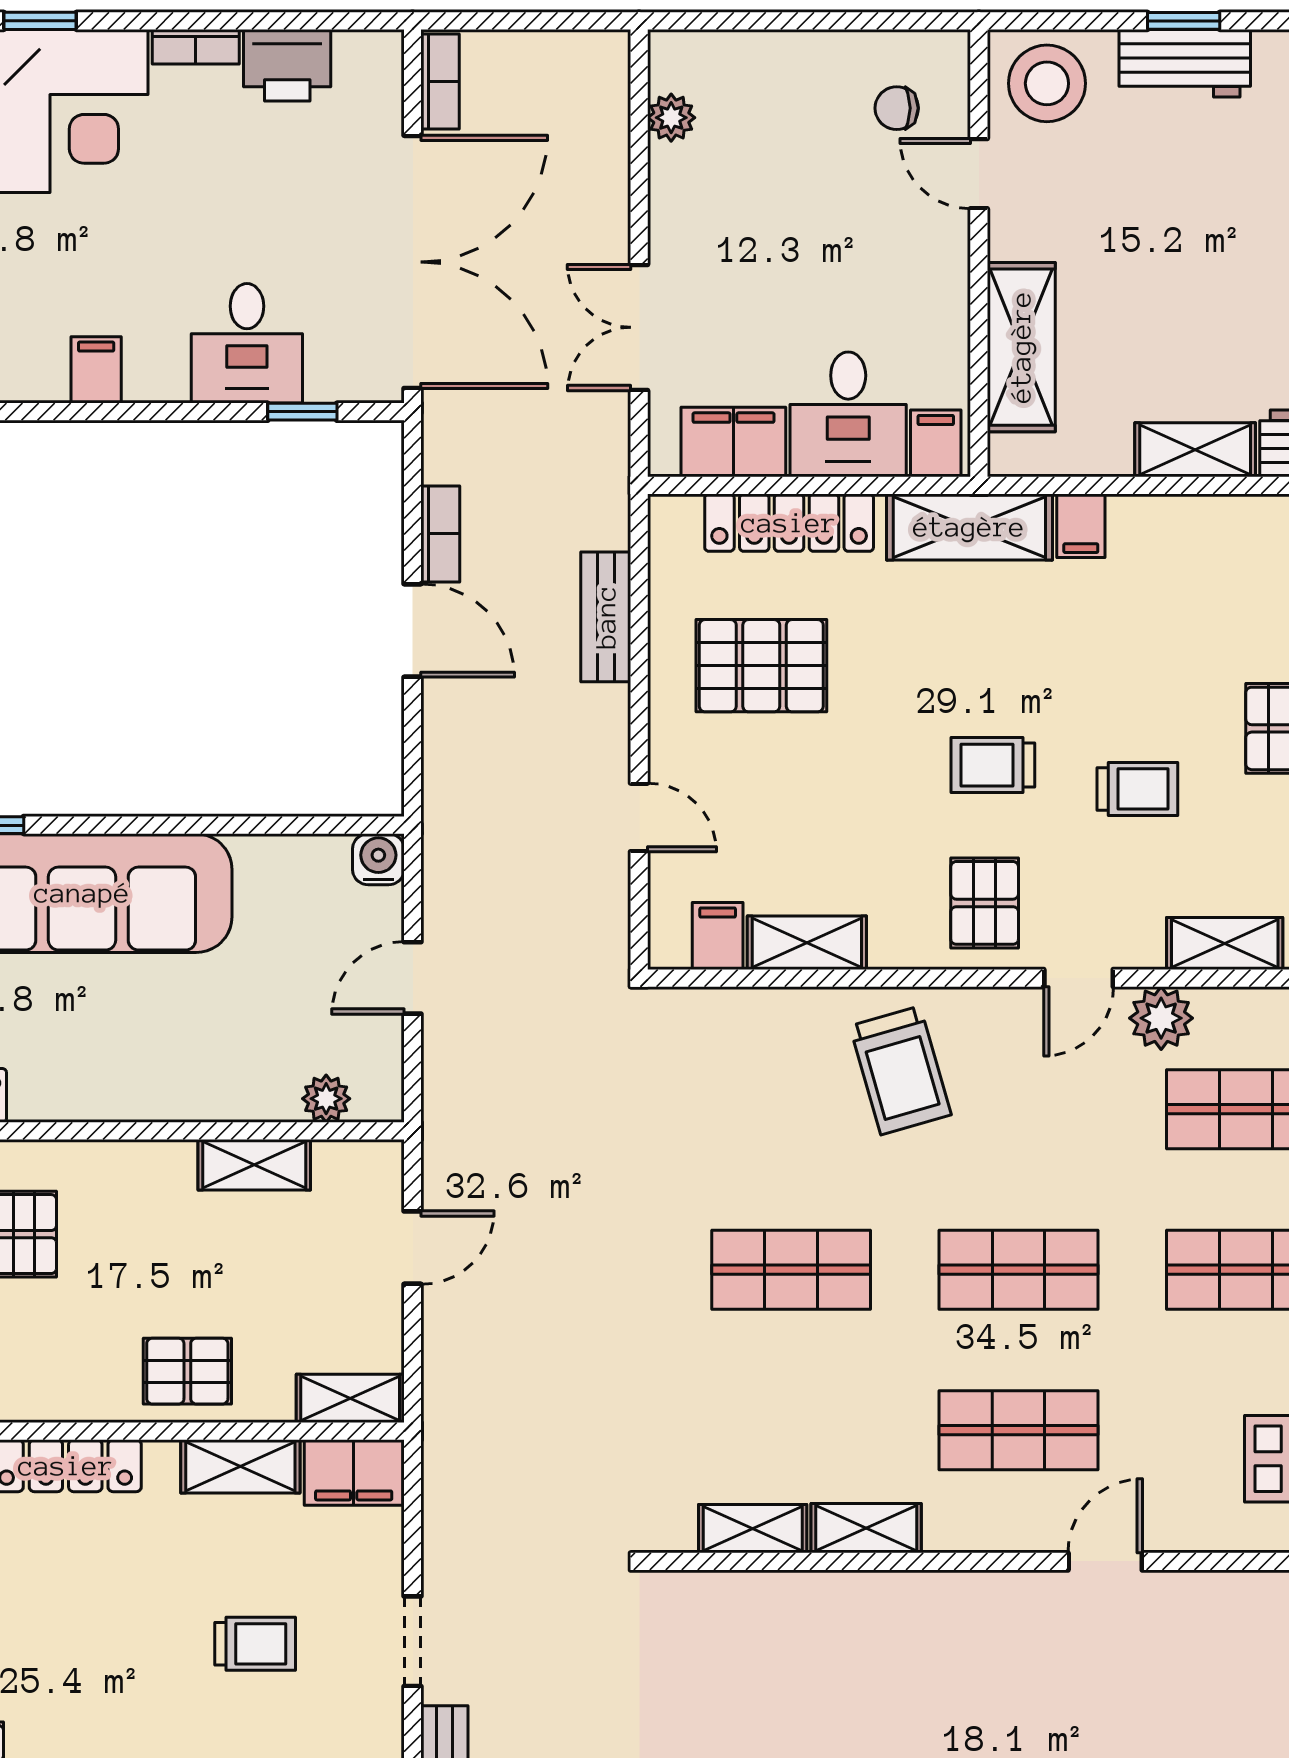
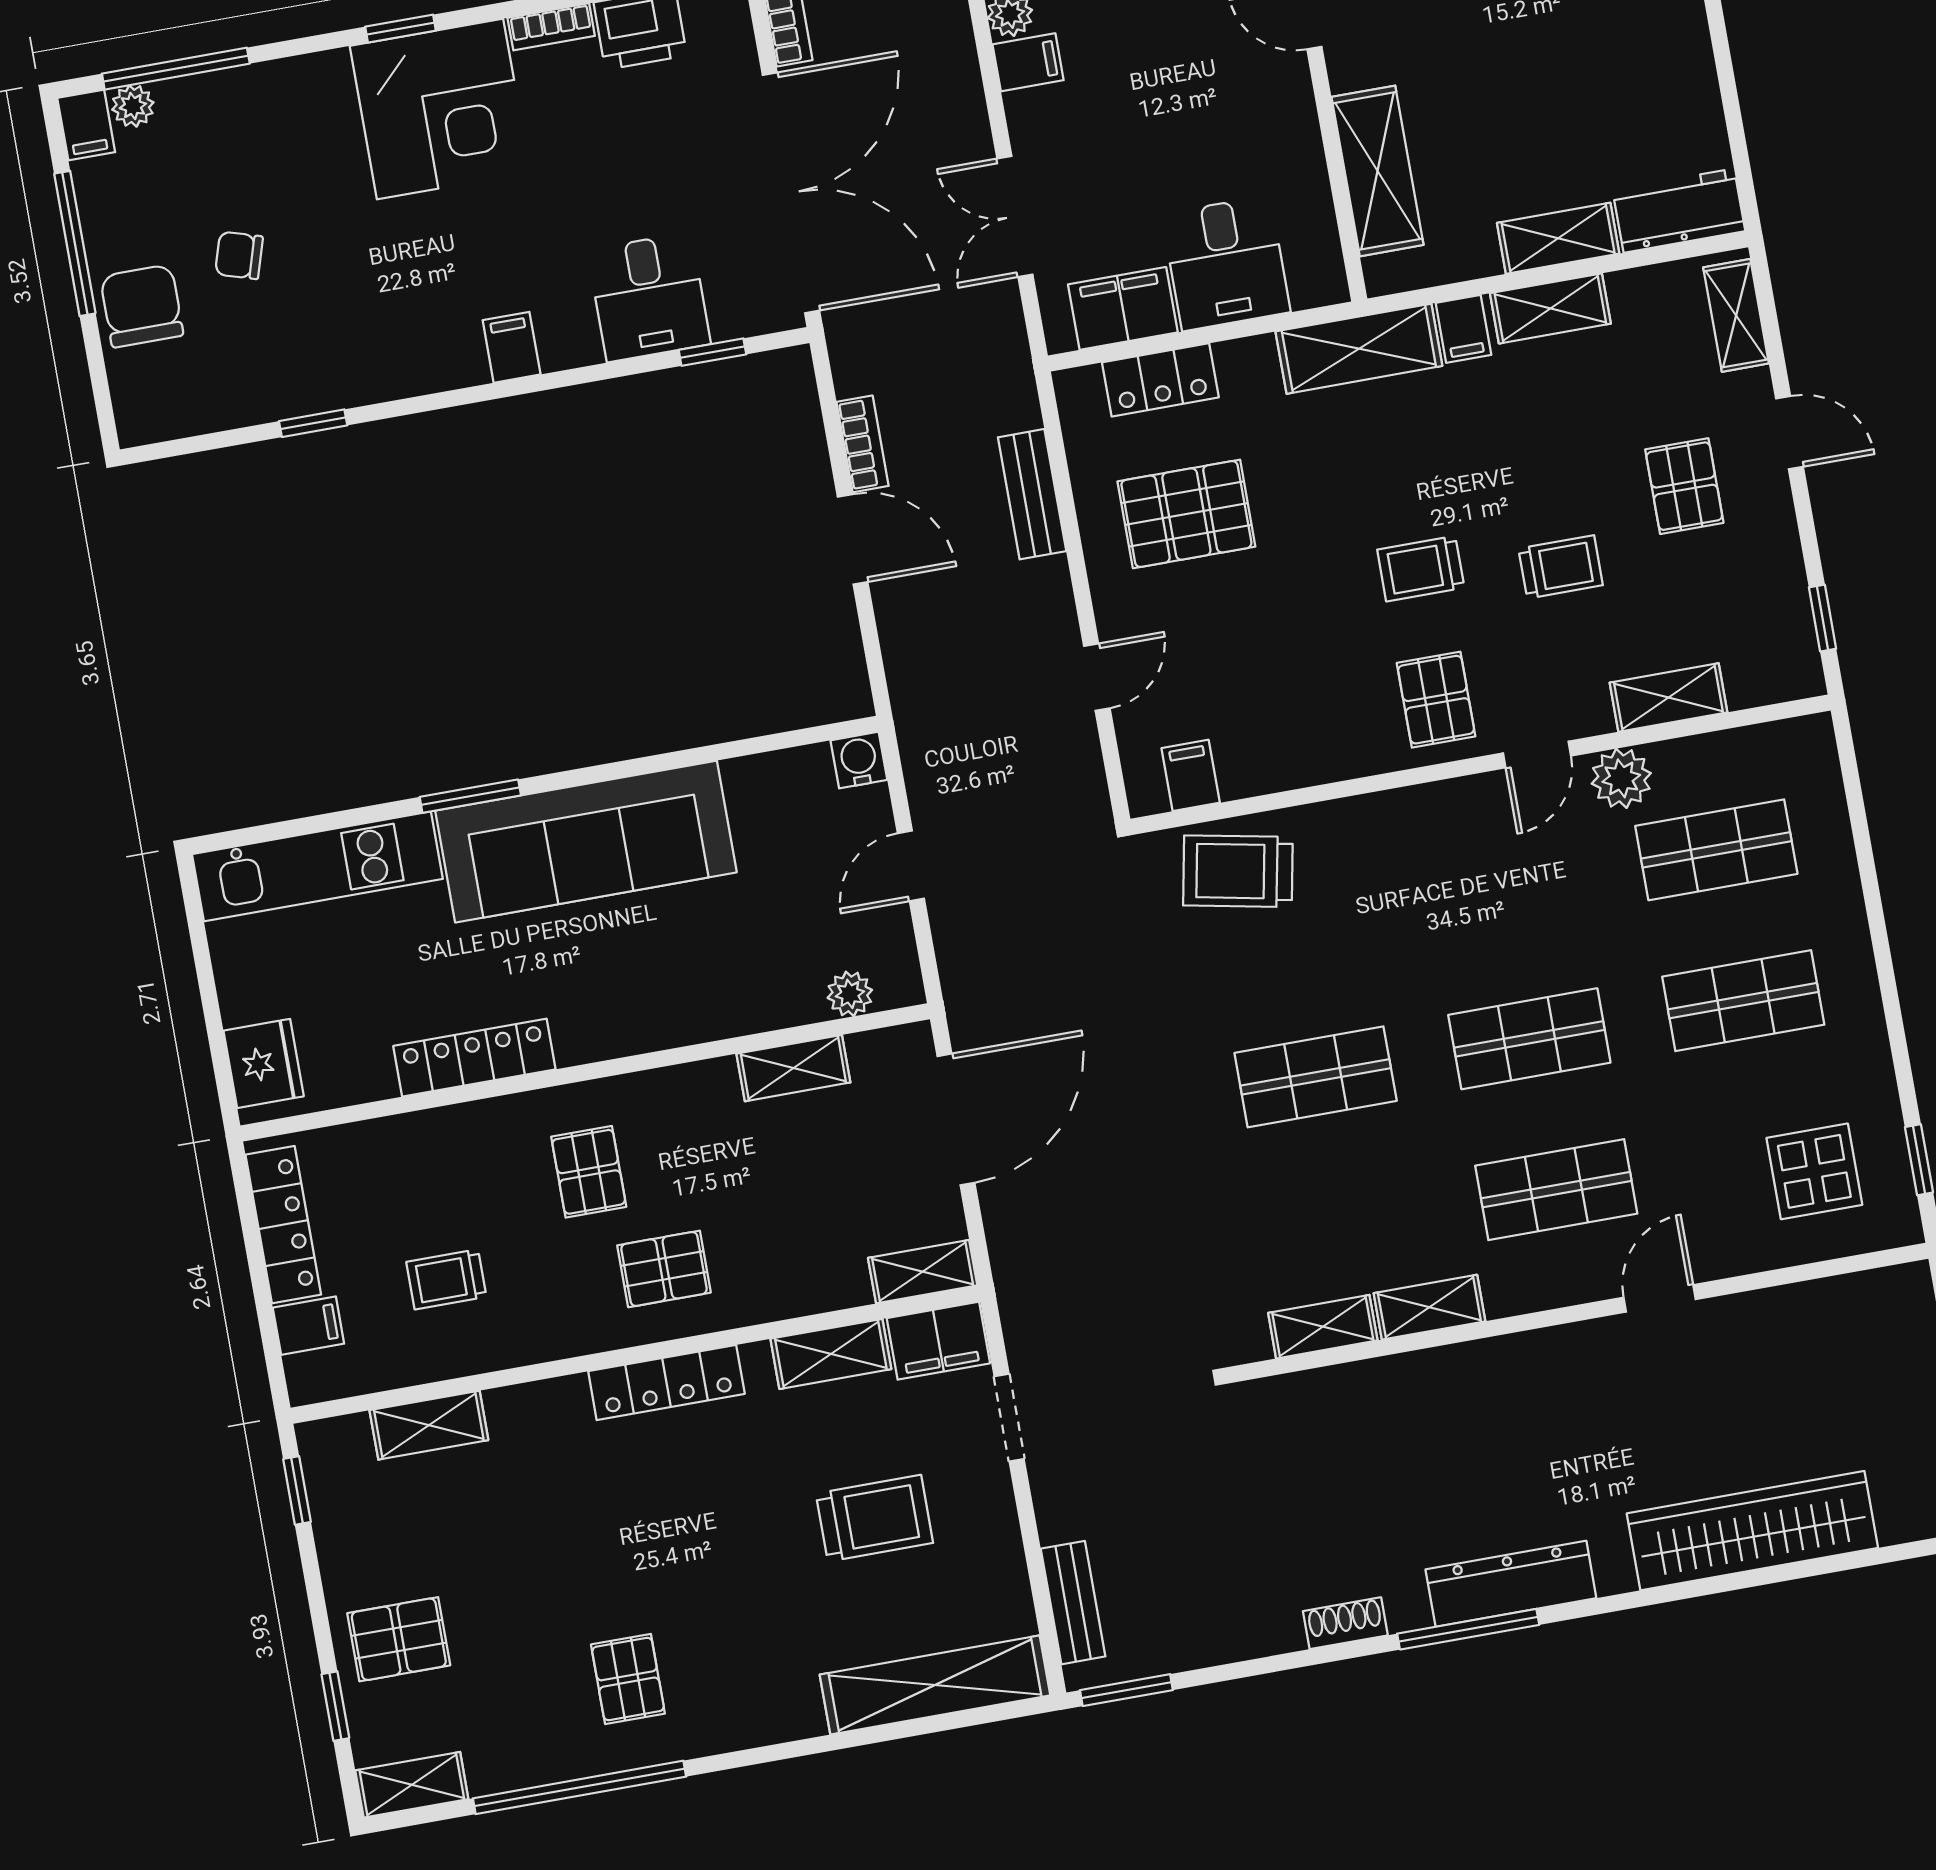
filing cabinet: (936, 443) -> (1028, 62), moved, turned 90
locker: (789, 523) -> (1160, 380), width x0.66
door: (639, 817) -> (1097, 677), hinge flipped
shelving: (807, 943) -> (1550, 308), moved
trolley: (900, 1070) -> (1238, 871), moved, turned 117
door: (413, 1248) -> (956, 1119), width x1.88
pallet: (187, 1371) -> (664, 1269), moved
doorway: (413, 1641) -> (1009, 1418), moved
trolley: (255, 1644) -> (874, 1518), width x1.36, depth x1.39

